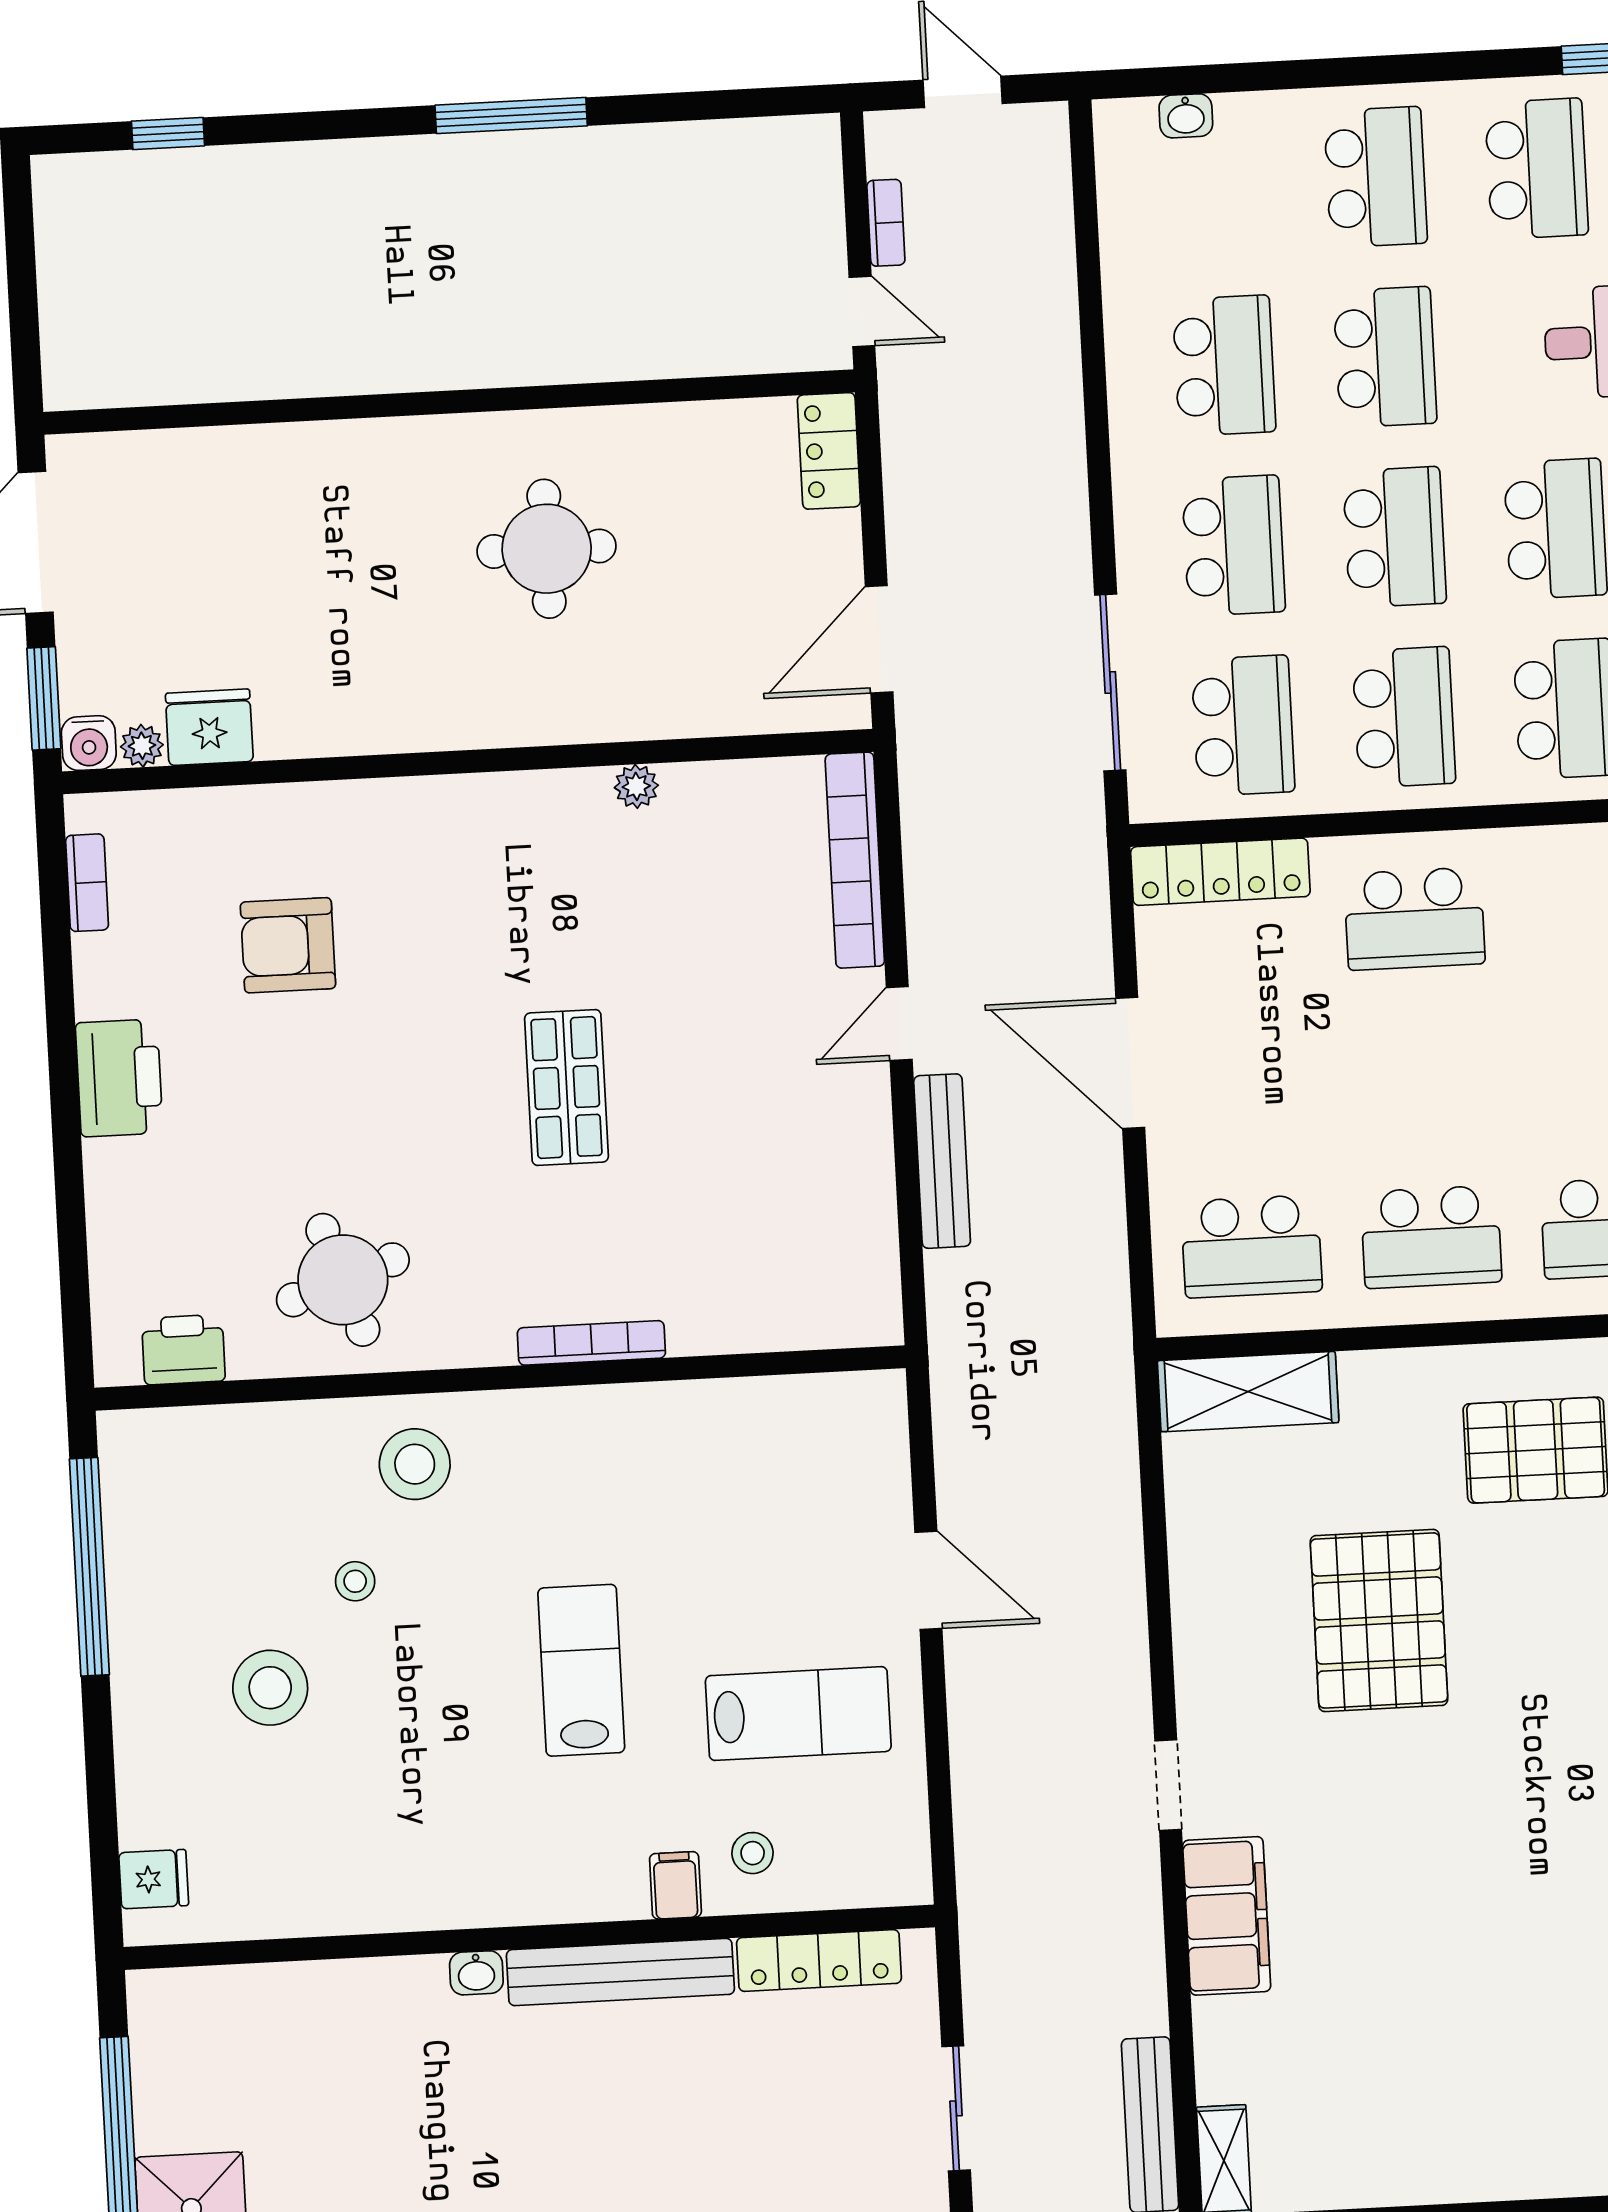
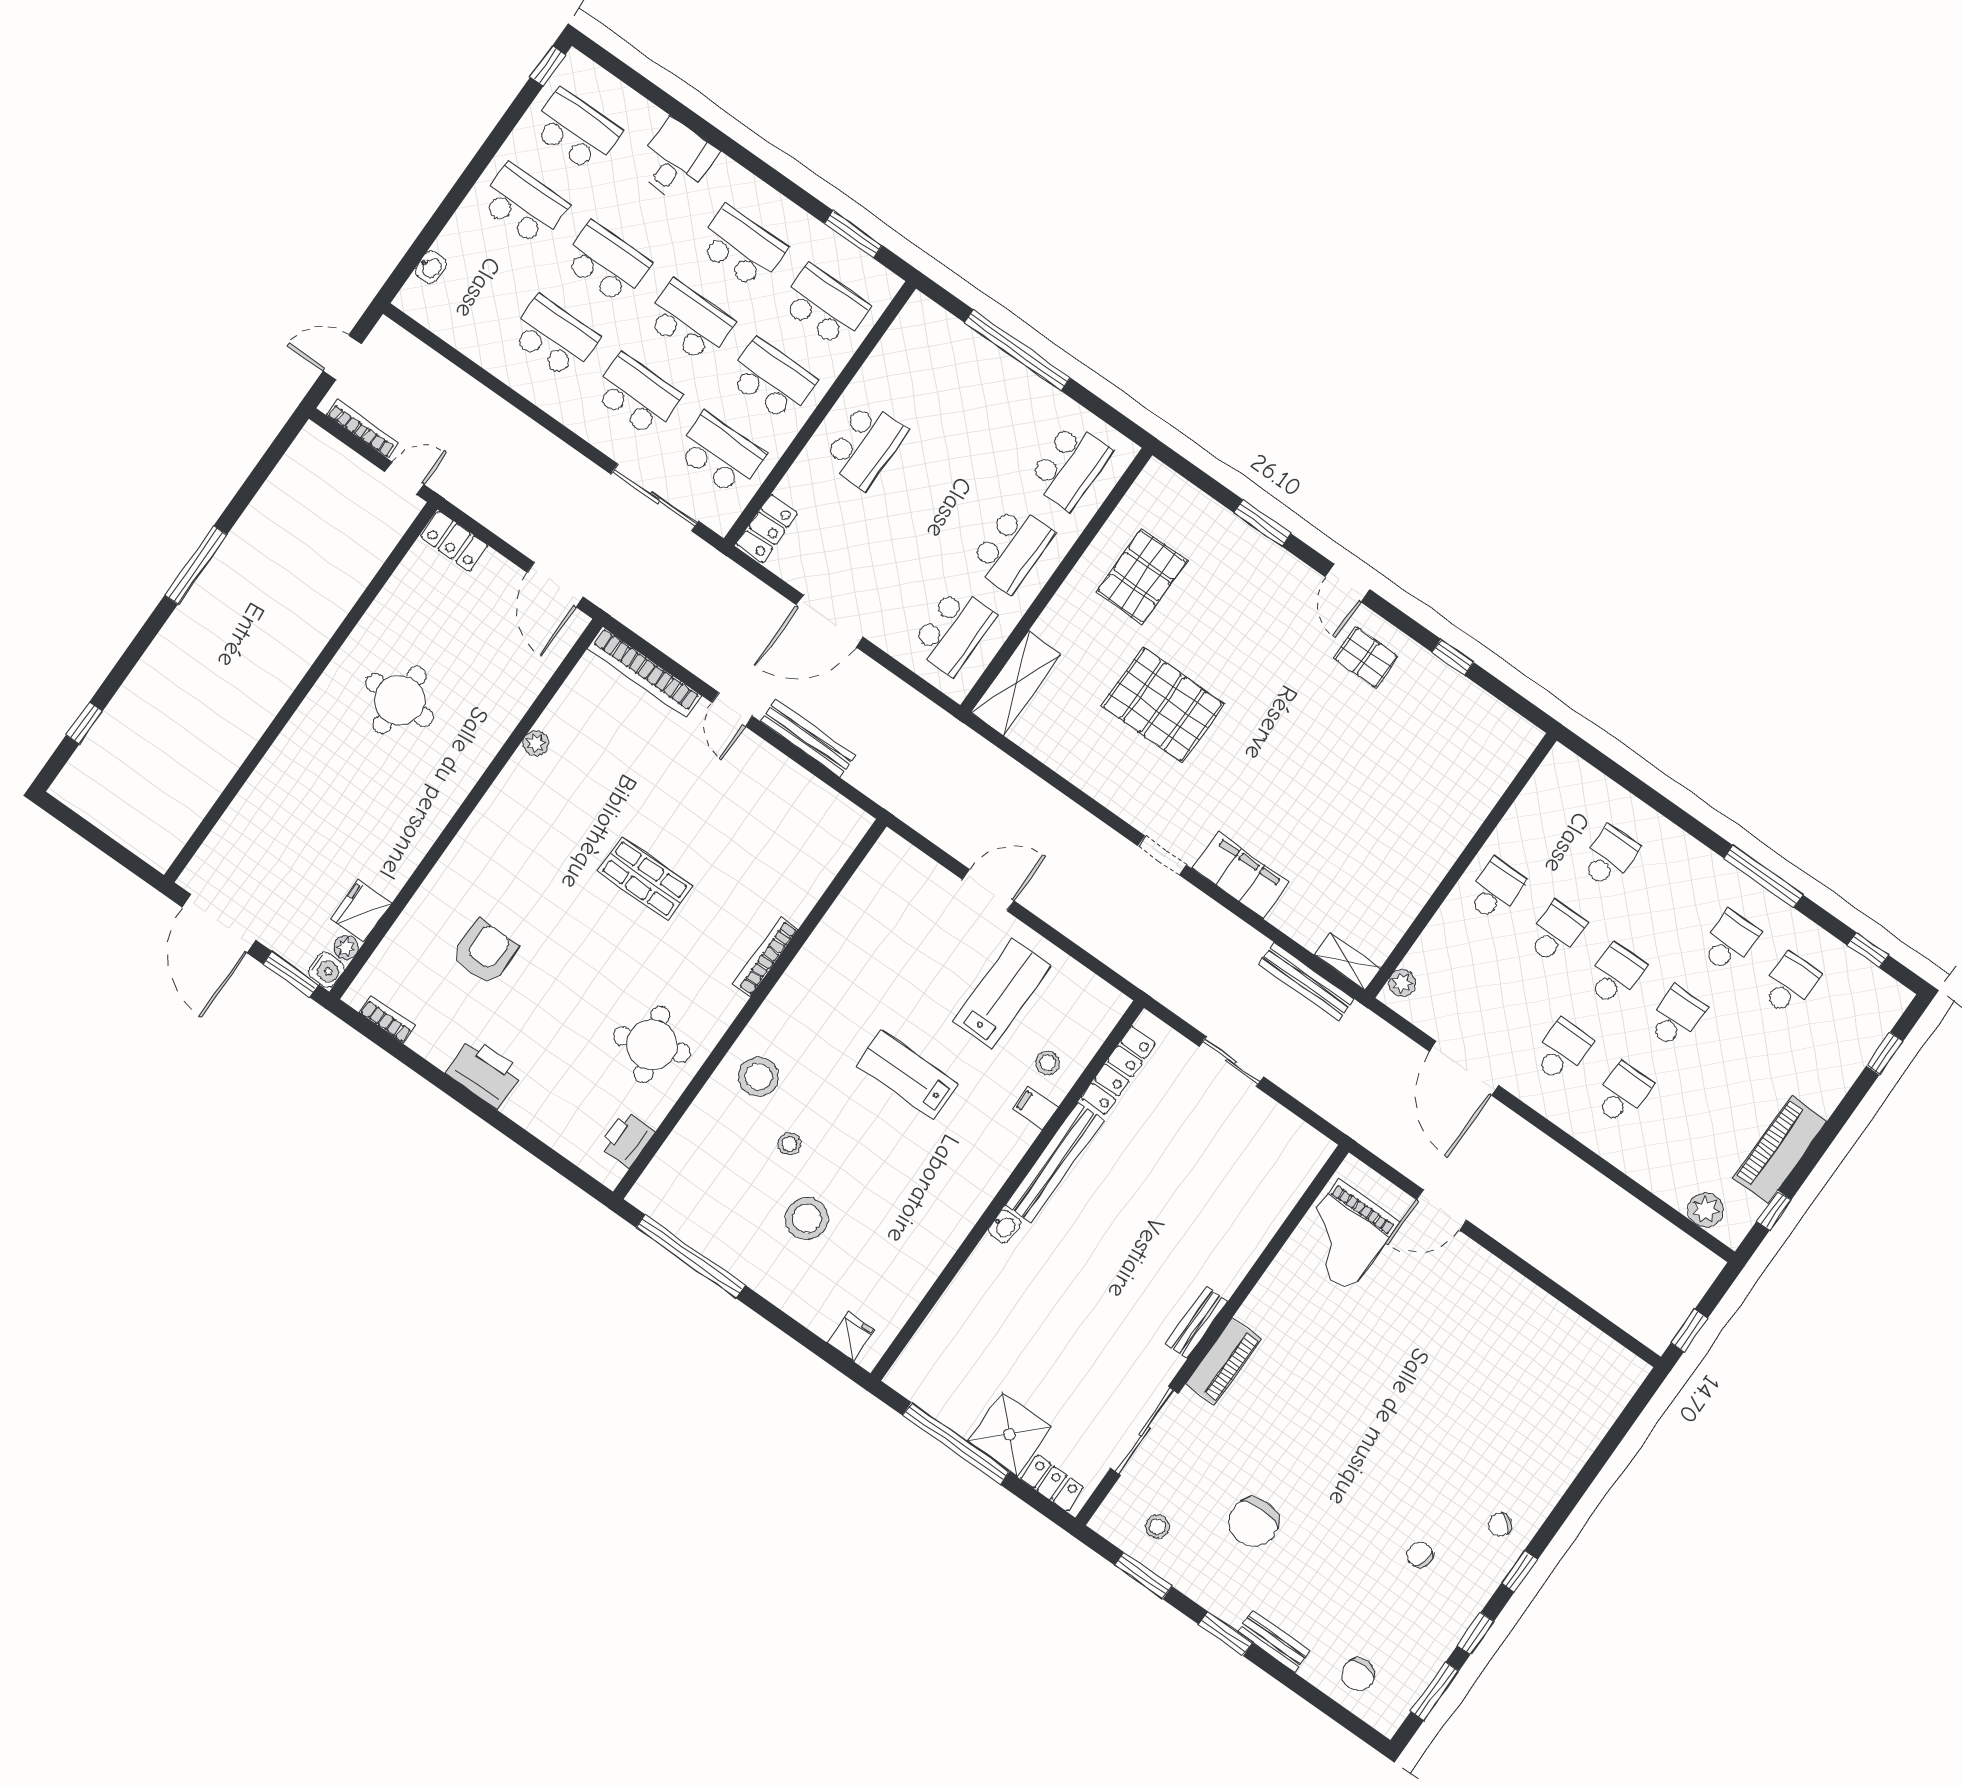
bookcase: (886, 223) -> (362, 429), width x1.56
locker: (1220, 872) -> (767, 529), width x0.66
armchair: (288, 945) -> (485, 952), turned 180

